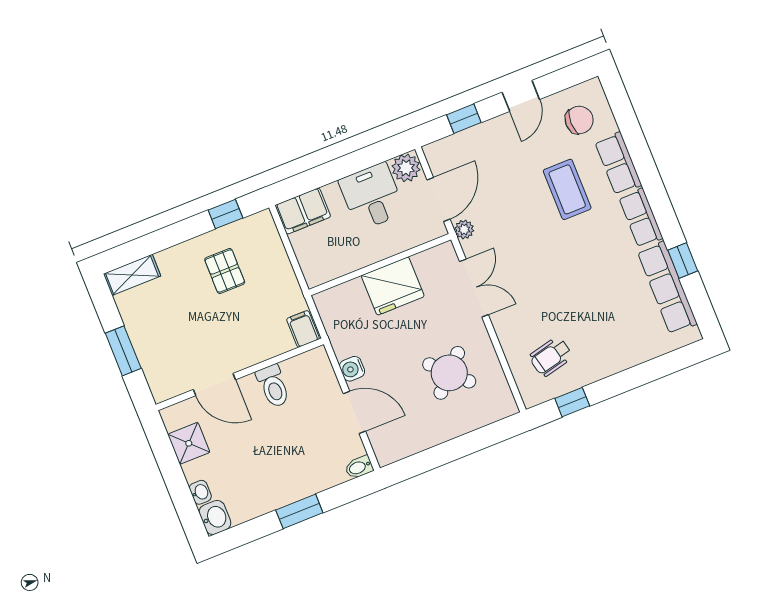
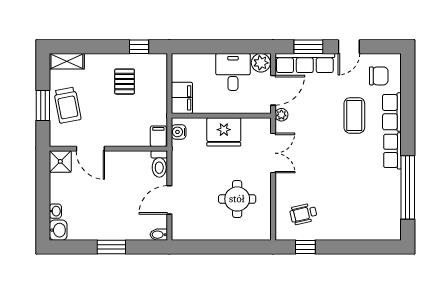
window: (464, 119) -> (308, 47), width x1.50
filing cabinet: (303, 211) -> (182, 98), moved, turned -90
window: (683, 261) -> (408, 187), width x3.17
row of seats: (667, 288) -> (305, 63), moved, turned -90
trolley: (157, 336) -> (67, 105), added
water cooler: (352, 369) -> (179, 132), moved
round table: (449, 373) -> (237, 199), turned 45
toilet: (273, 386) -> (159, 164), moved
door: (354, 412) -> (169, 200), swing flipped
shower: (189, 443) -> (60, 161), moved

